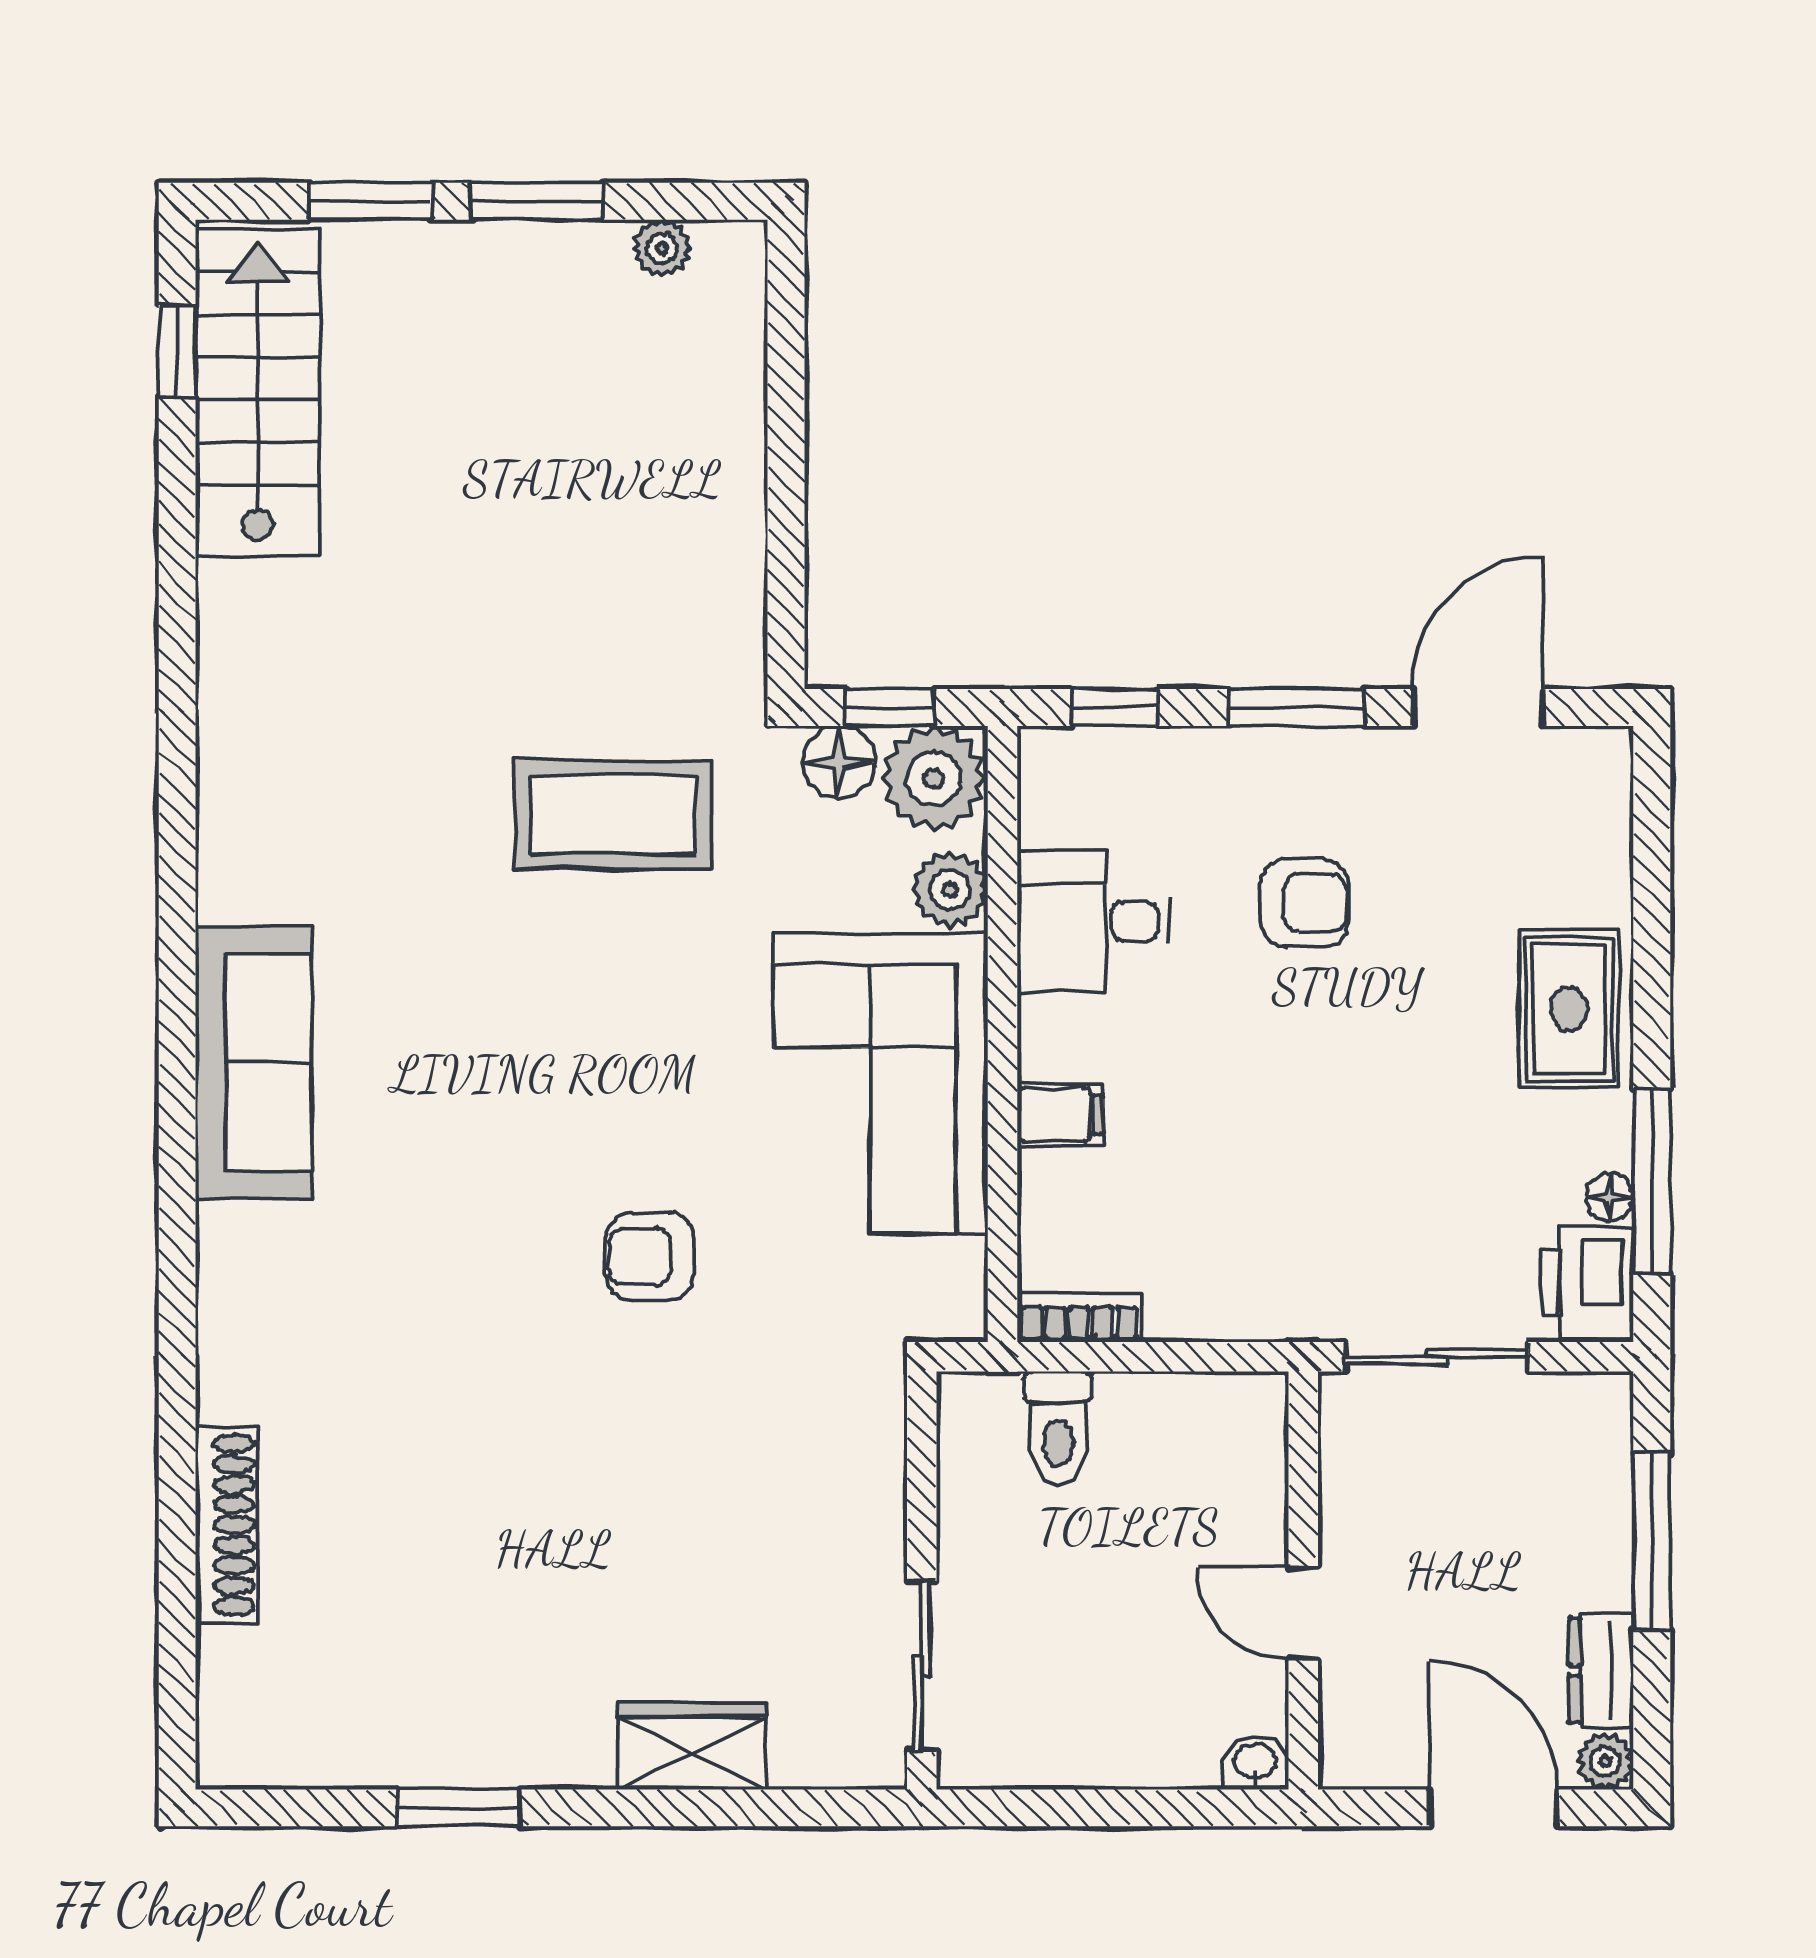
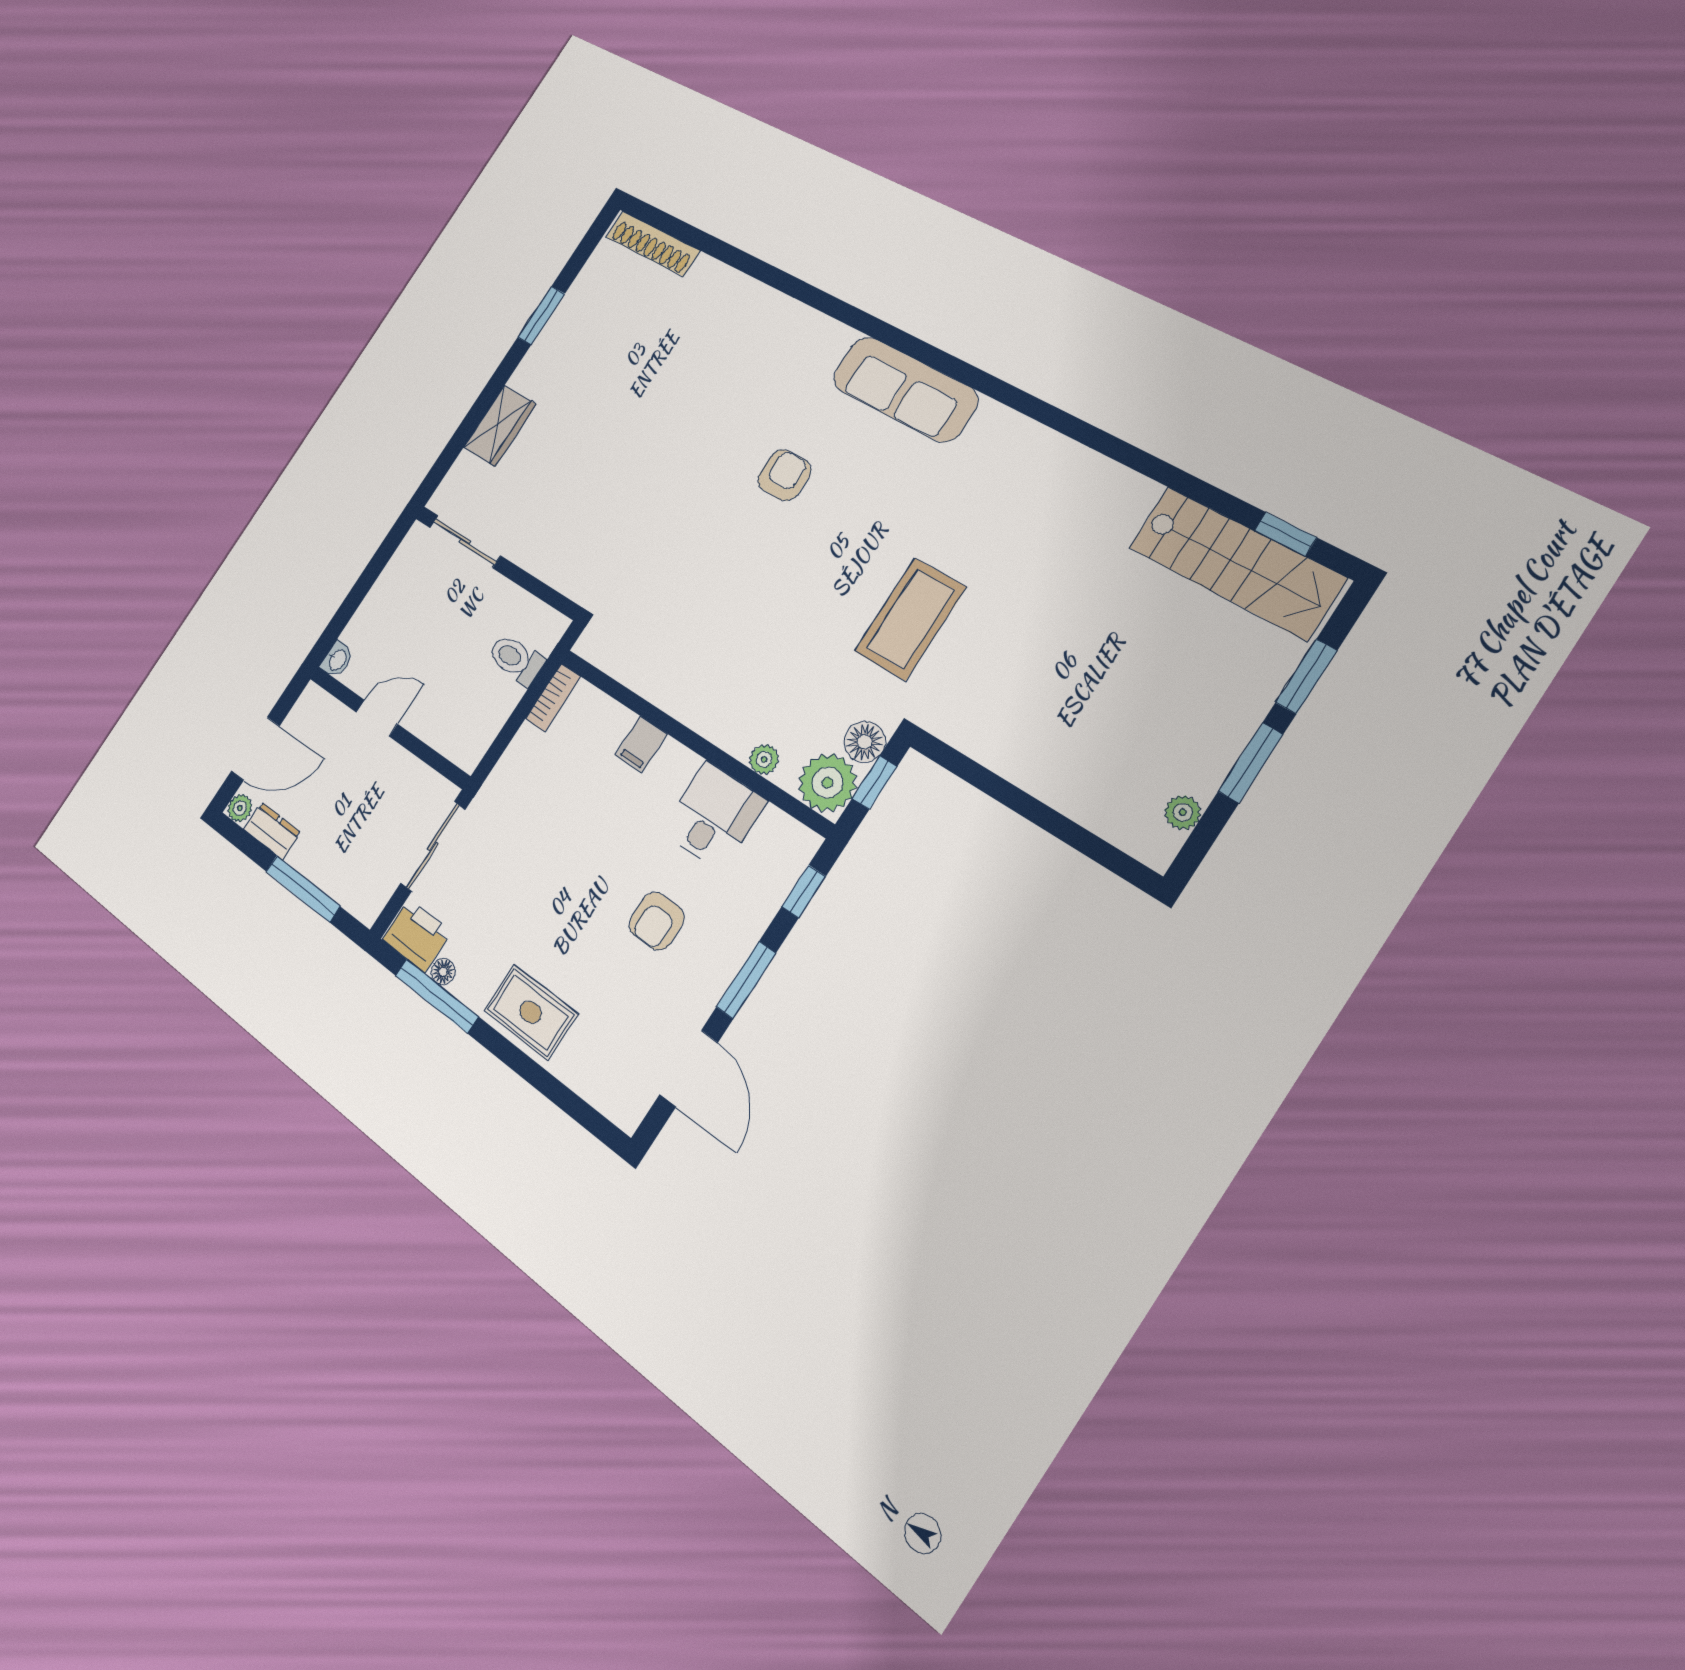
plant: (950, 890) -> (764, 759), width x0.73, depth x0.73
corner sofa: (881, 1083) -> (708, 671), removed
armchair: (650, 1256) -> (784, 475), moved
shoe rack: (226, 1525) -> (653, 244), moved

